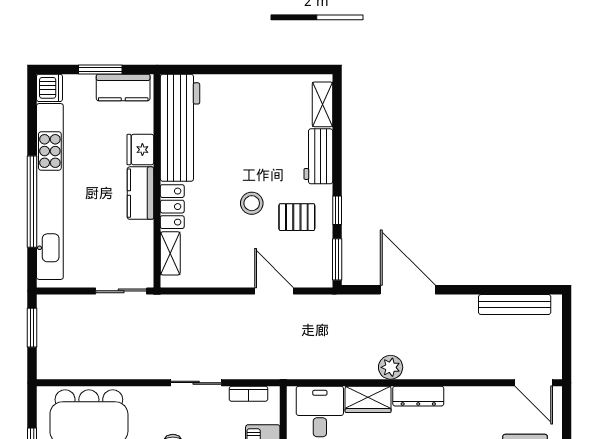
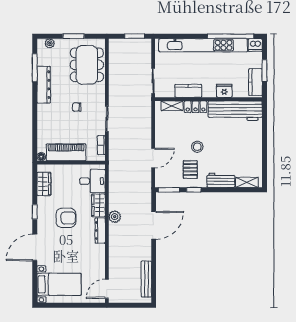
kitchen counter: (140, 193) -> (188, 91), moved
window: (32, 202) -> (231, 36), moved

